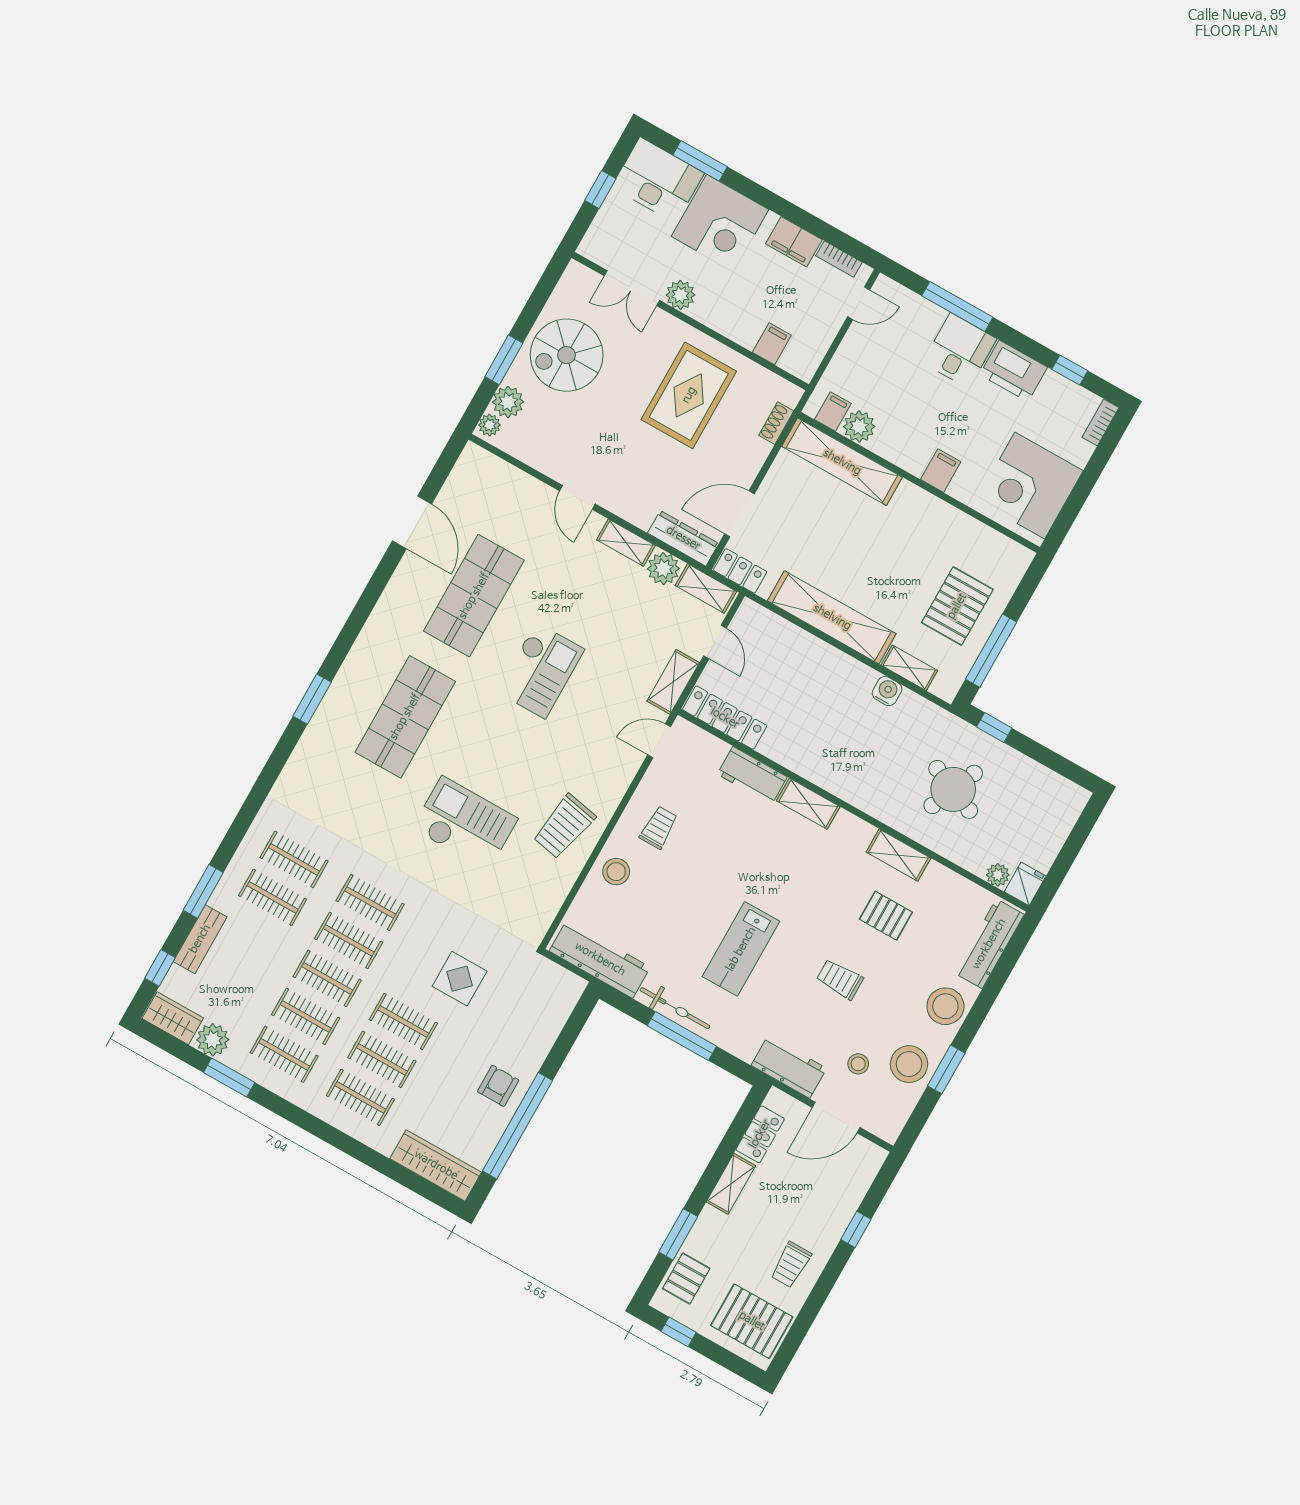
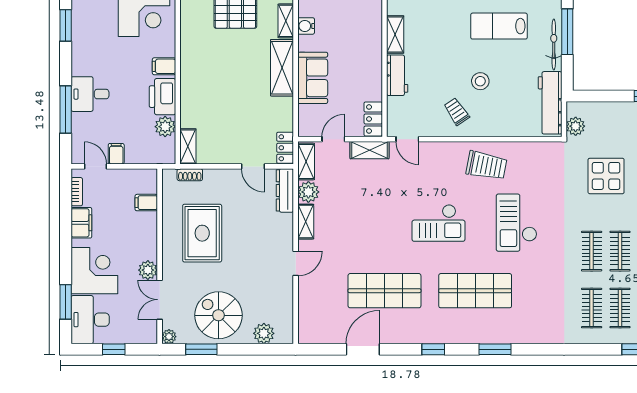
double door: (632, 288) -> (160, 300), swing flipped
spiral stairs: (567, 355) -> (218, 315), turned 180
window: (504, 360) -> (201, 349), moved
window: (1070, 370) -> (66, 25), width x1.50
printer: (1014, 371) -> (162, 97), moved, turned 180
rug: (689, 395) -> (202, 233), turned 90
filing cabinet: (833, 412) -> (116, 154), moved, turned 90
plant: (489, 425) -> (169, 337), moved
shelving: (842, 462) -> (188, 146), width x0.45, depth x0.75
door: (739, 514) -> (253, 166), width x0.73
window: (359, 616) -> (433, 349), added
shelving: (832, 617) -> (282, 68), width x0.68
sofa: (813, 661) -> (313, 78), added
checkout: (541, 670) -> (439, 223), moved, turned 180
locker: (725, 718) -> (373, 119), width x0.66
trolley: (659, 828) -> (457, 112), turned 56
stool: (616, 872) -> (480, 81), moved
lab bench: (741, 949) -> (499, 26), turned 180
plant: (549, 975) -> (576, 126), added
display table: (460, 979) -> (606, 176), width x1.36, depth x1.36

